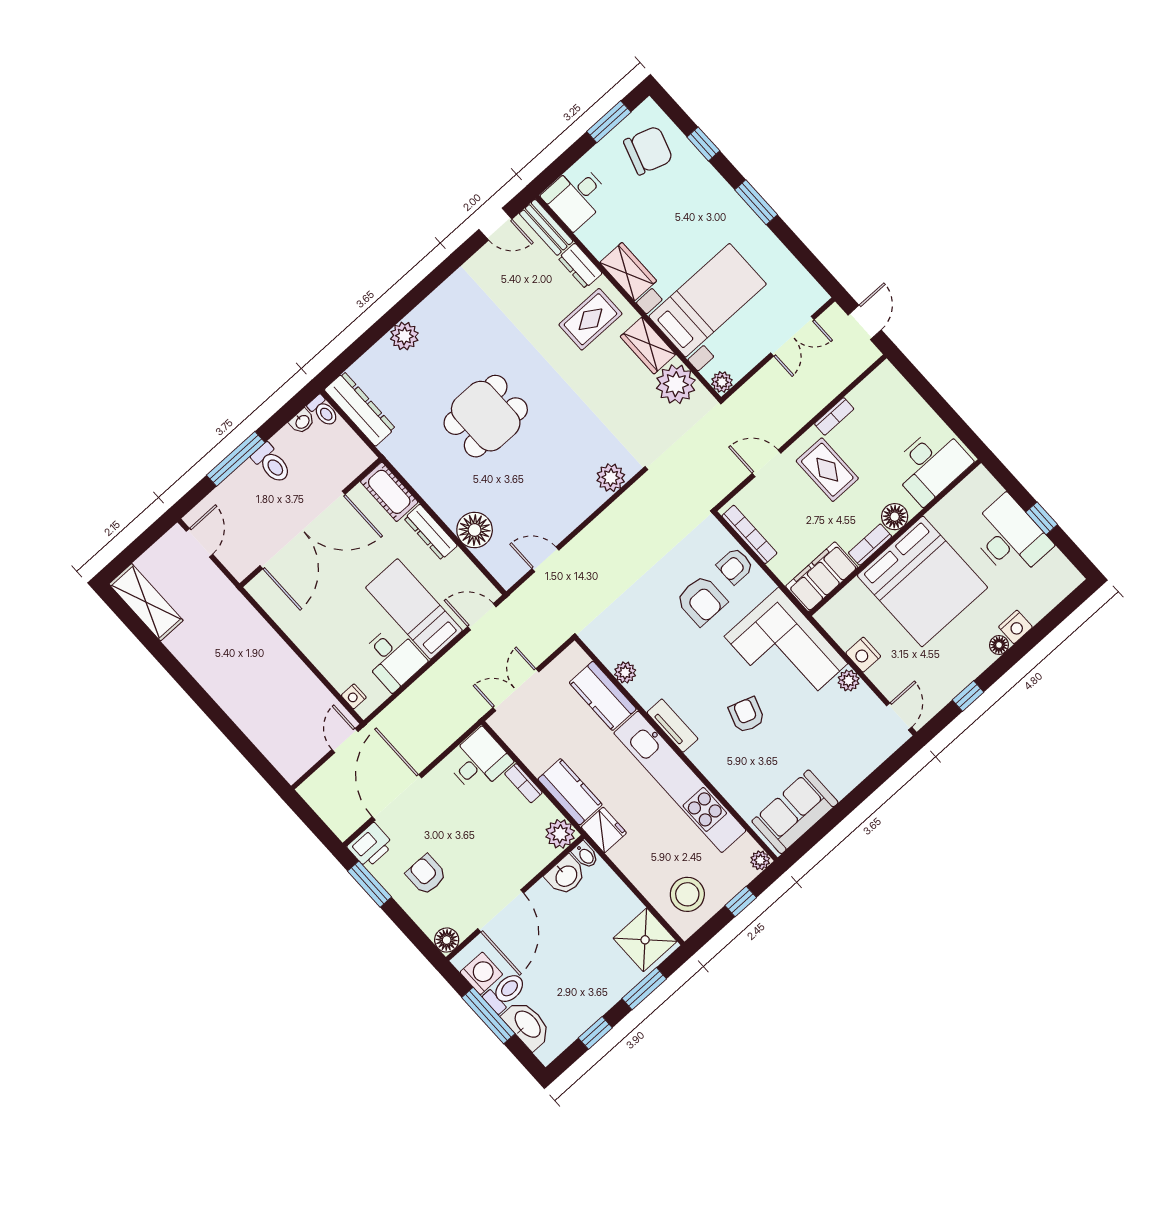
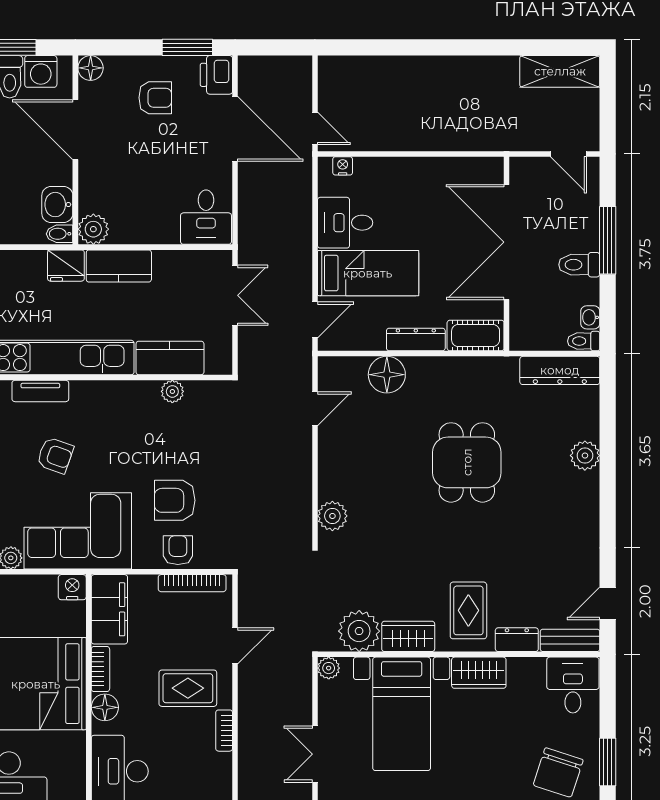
nightstand: (863, 655) -> (72, 587), moved
tv unit: (672, 726) -> (40, 391), moved
bookcase: (523, 783) -> (158, 236), removed

